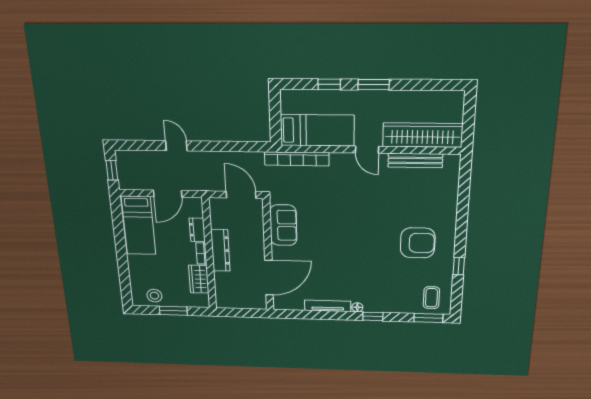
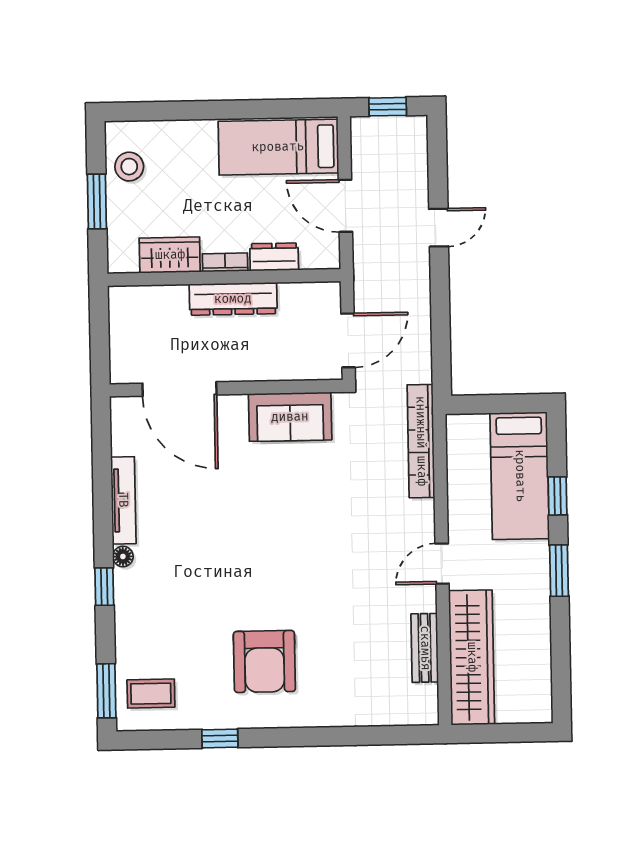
bed: (317, 130) -> (520, 476), moved
bench: (415, 160) -> (425, 648), width x0.73

